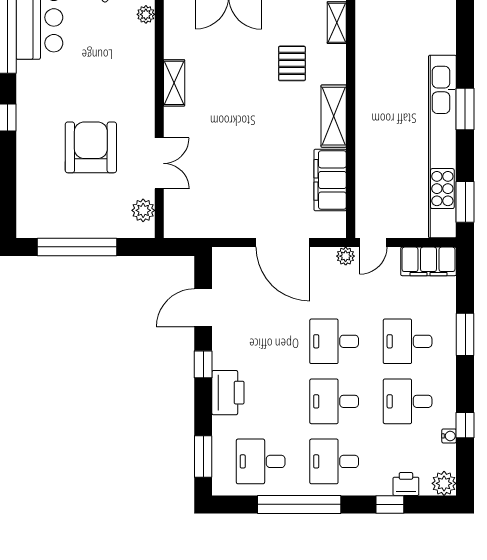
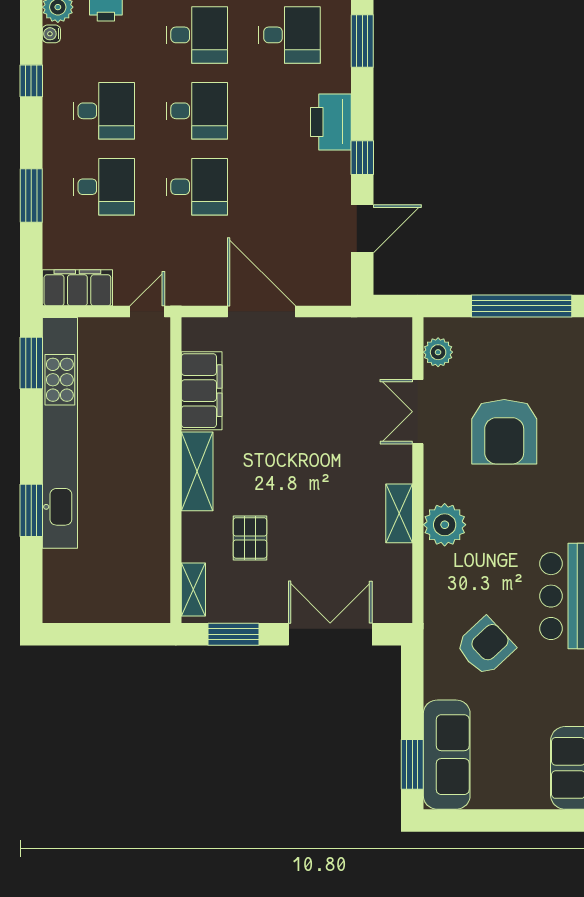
plant: (146, 14) -> (445, 525), moved, width x1.88, depth x1.88
window: (465, 109) -> (31, 510), moved
plant: (346, 256) -> (182, 294), removed
water cooler: (449, 436) -> (51, 34), moved

